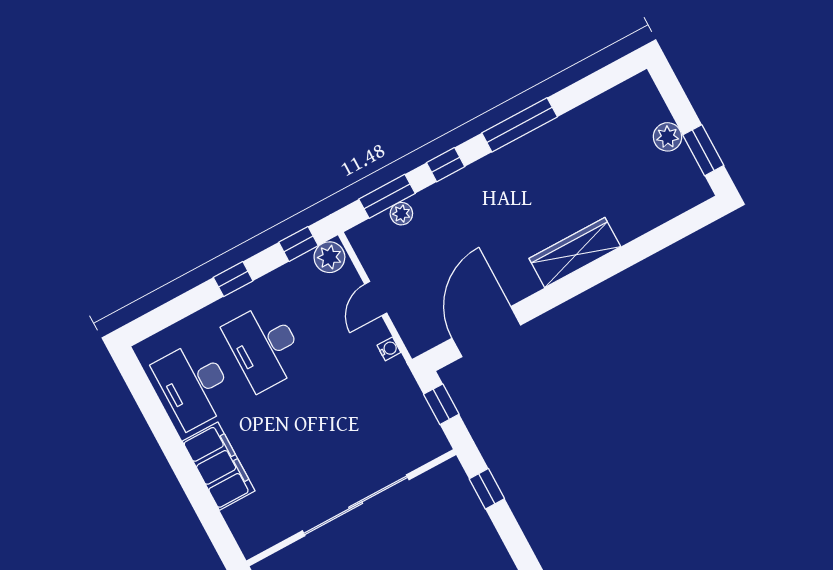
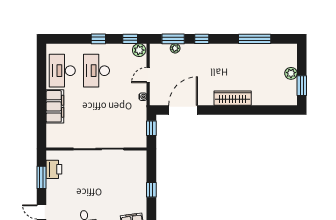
window: (520, 125) -> (255, 39), moved
window: (487, 489) -> (151, 190), moved

